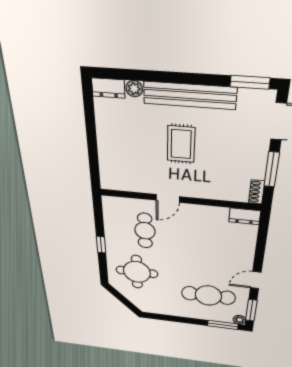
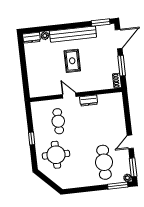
door: (168, 198) -> (69, 96), swing flipped
dresser: (245, 216) -> (89, 100), moved
cafe table: (208, 296) -> (104, 162), turned 90

